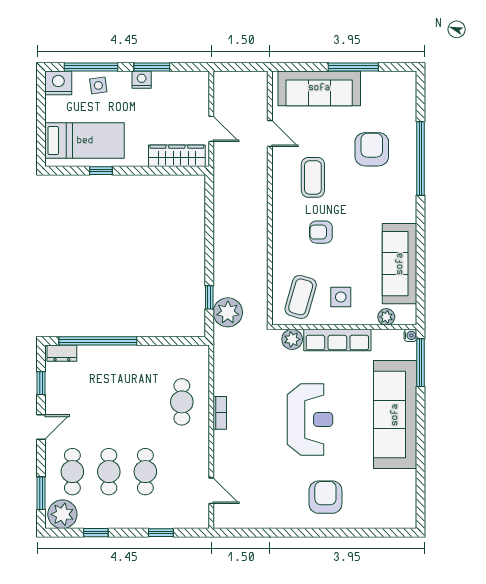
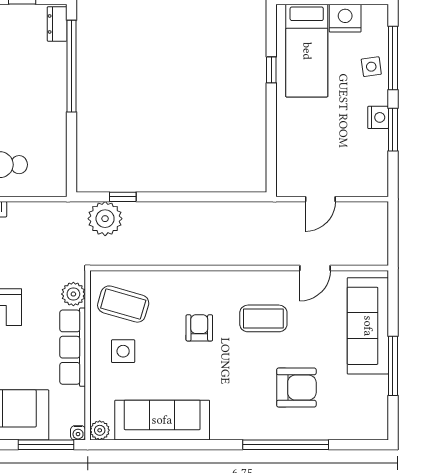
nightstand: (58, 83) -> (345, 18), moved, turned -90
wardrobe: (177, 156) -> (289, 159), removed
plant: (386, 317) -> (100, 430), moved

